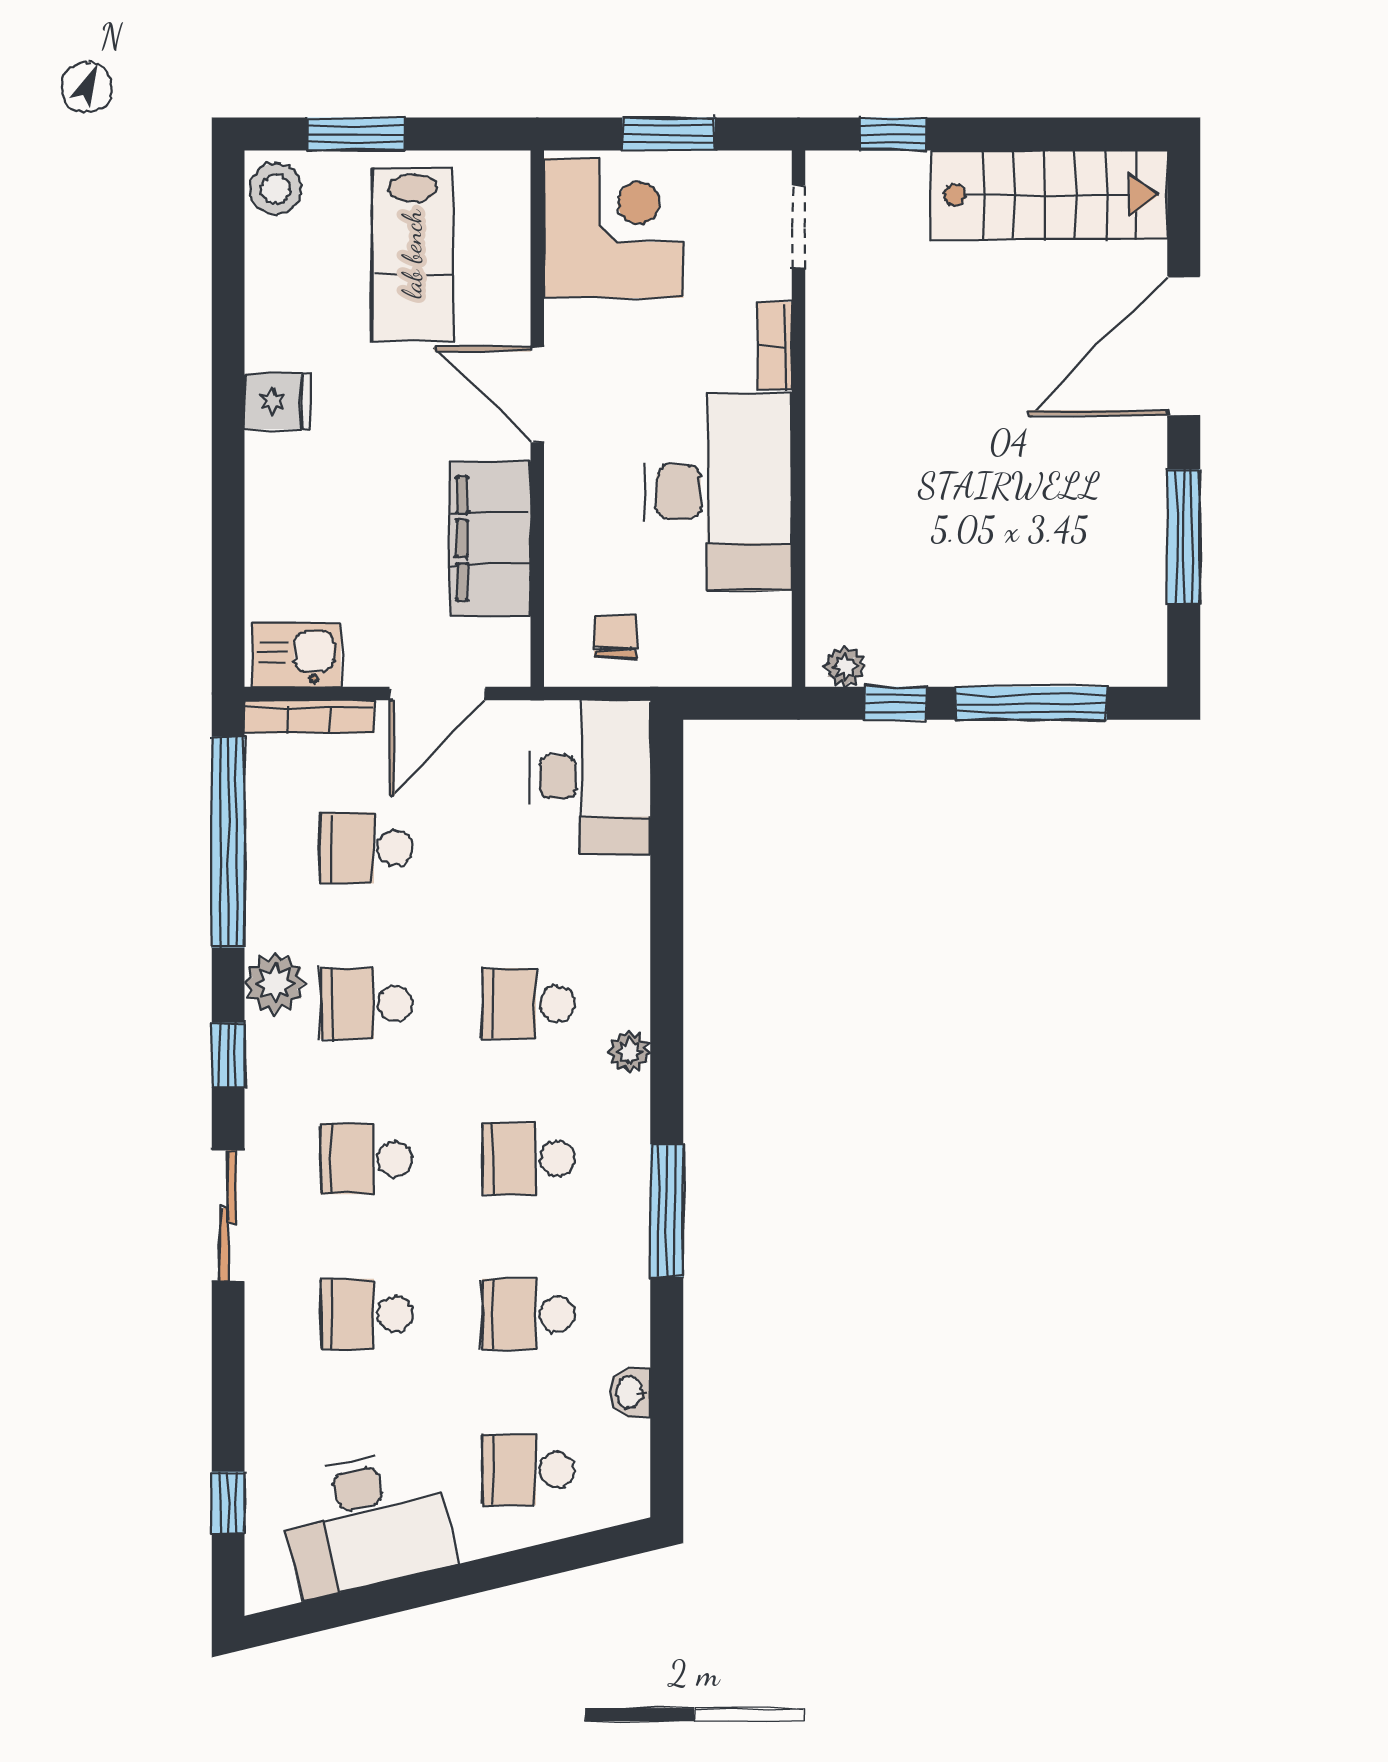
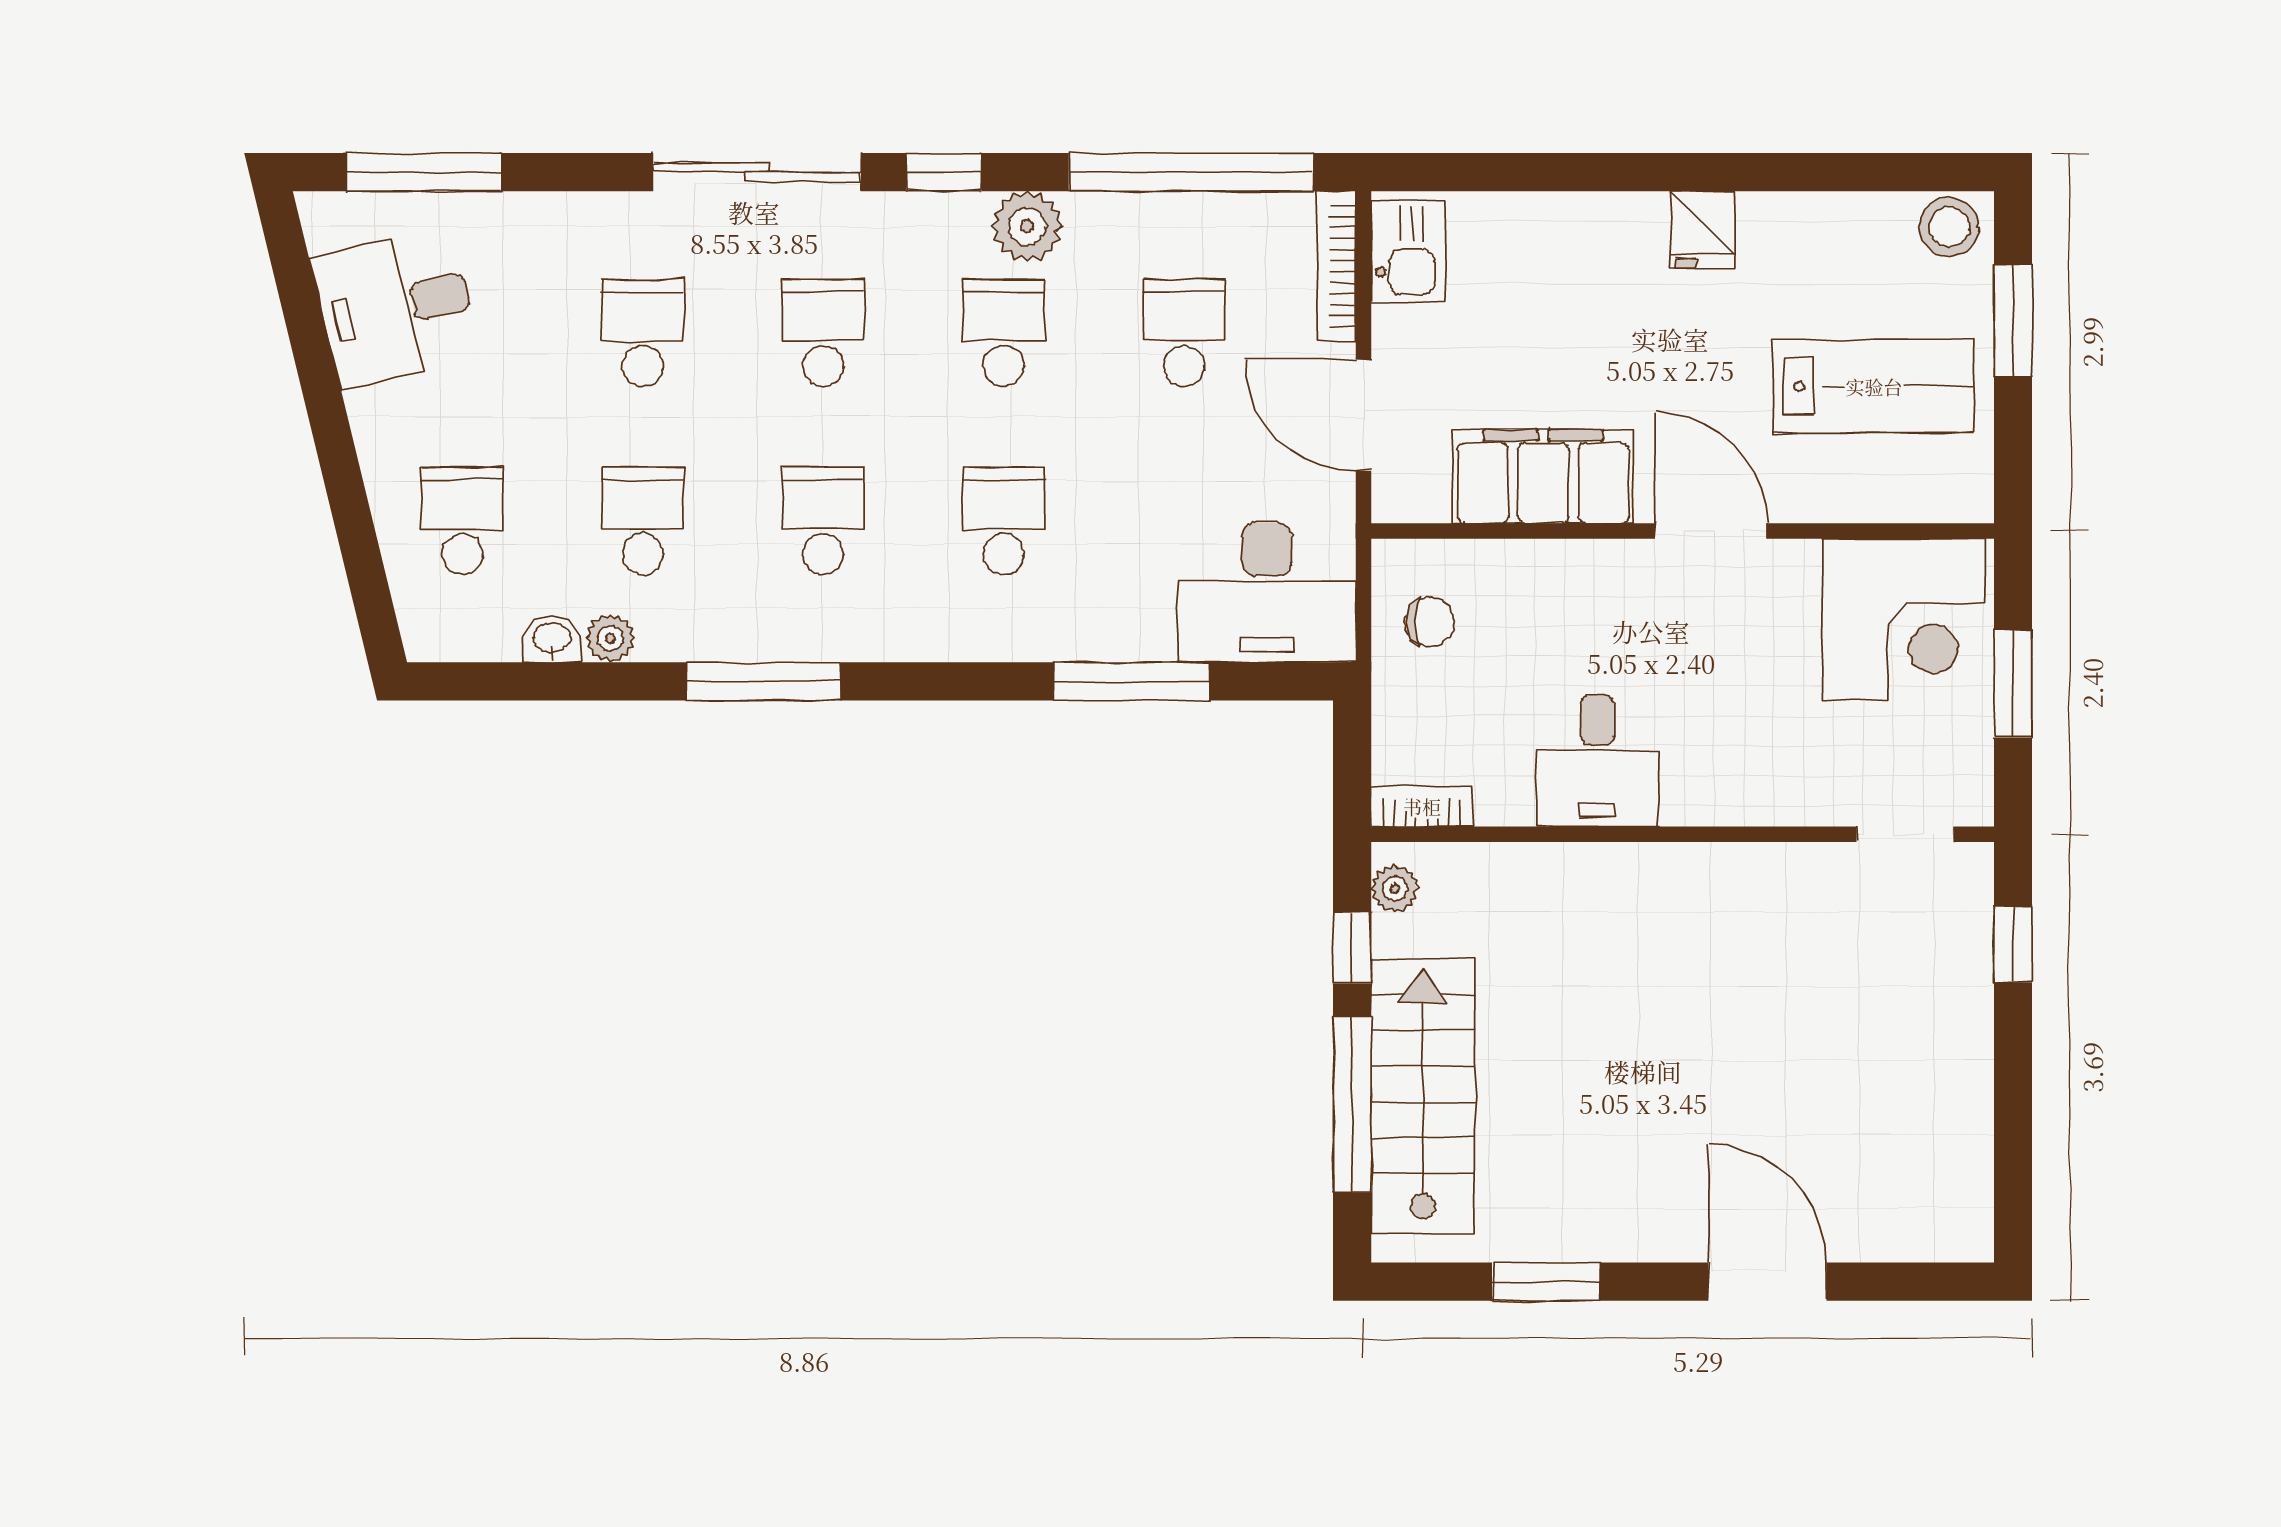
stairs: (1049, 195) -> (1423, 1096), moved, turned 180
lab bench: (412, 254) -> (1874, 386), turned 180
bookcase: (775, 346) -> (1422, 806), moved
door: (1184, 346) -> (1767, 1282), width x0.73
door: (537, 394) -> (1711, 531), hinge flipped
desk: (718, 492) -> (1597, 761), width x0.53, depth x0.77
window: (1184, 536) -> (1546, 1282), width x0.69
window: (667, 894) -> (1131, 681), added
plant: (630, 1052) -> (610, 638), moved
sliding door: (228, 1216) -> (757, 172), width x1.37
window: (228, 1503) -> (424, 172), width x2.17
desk: (366, 1522) -> (396, 307), width x0.73

